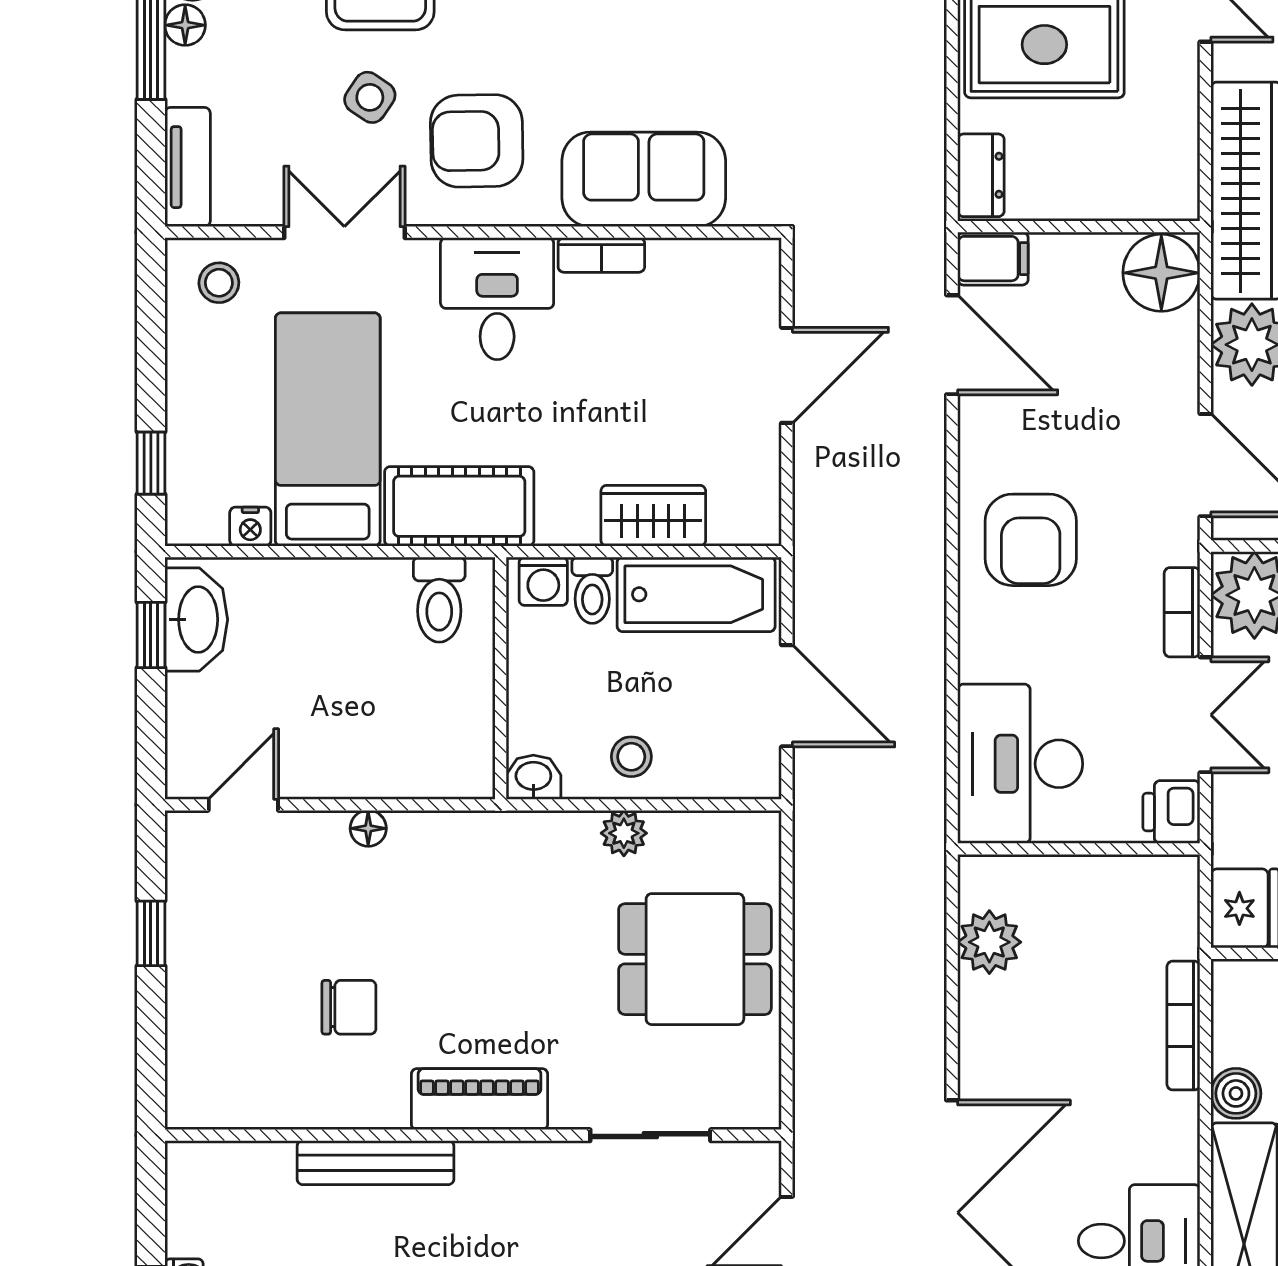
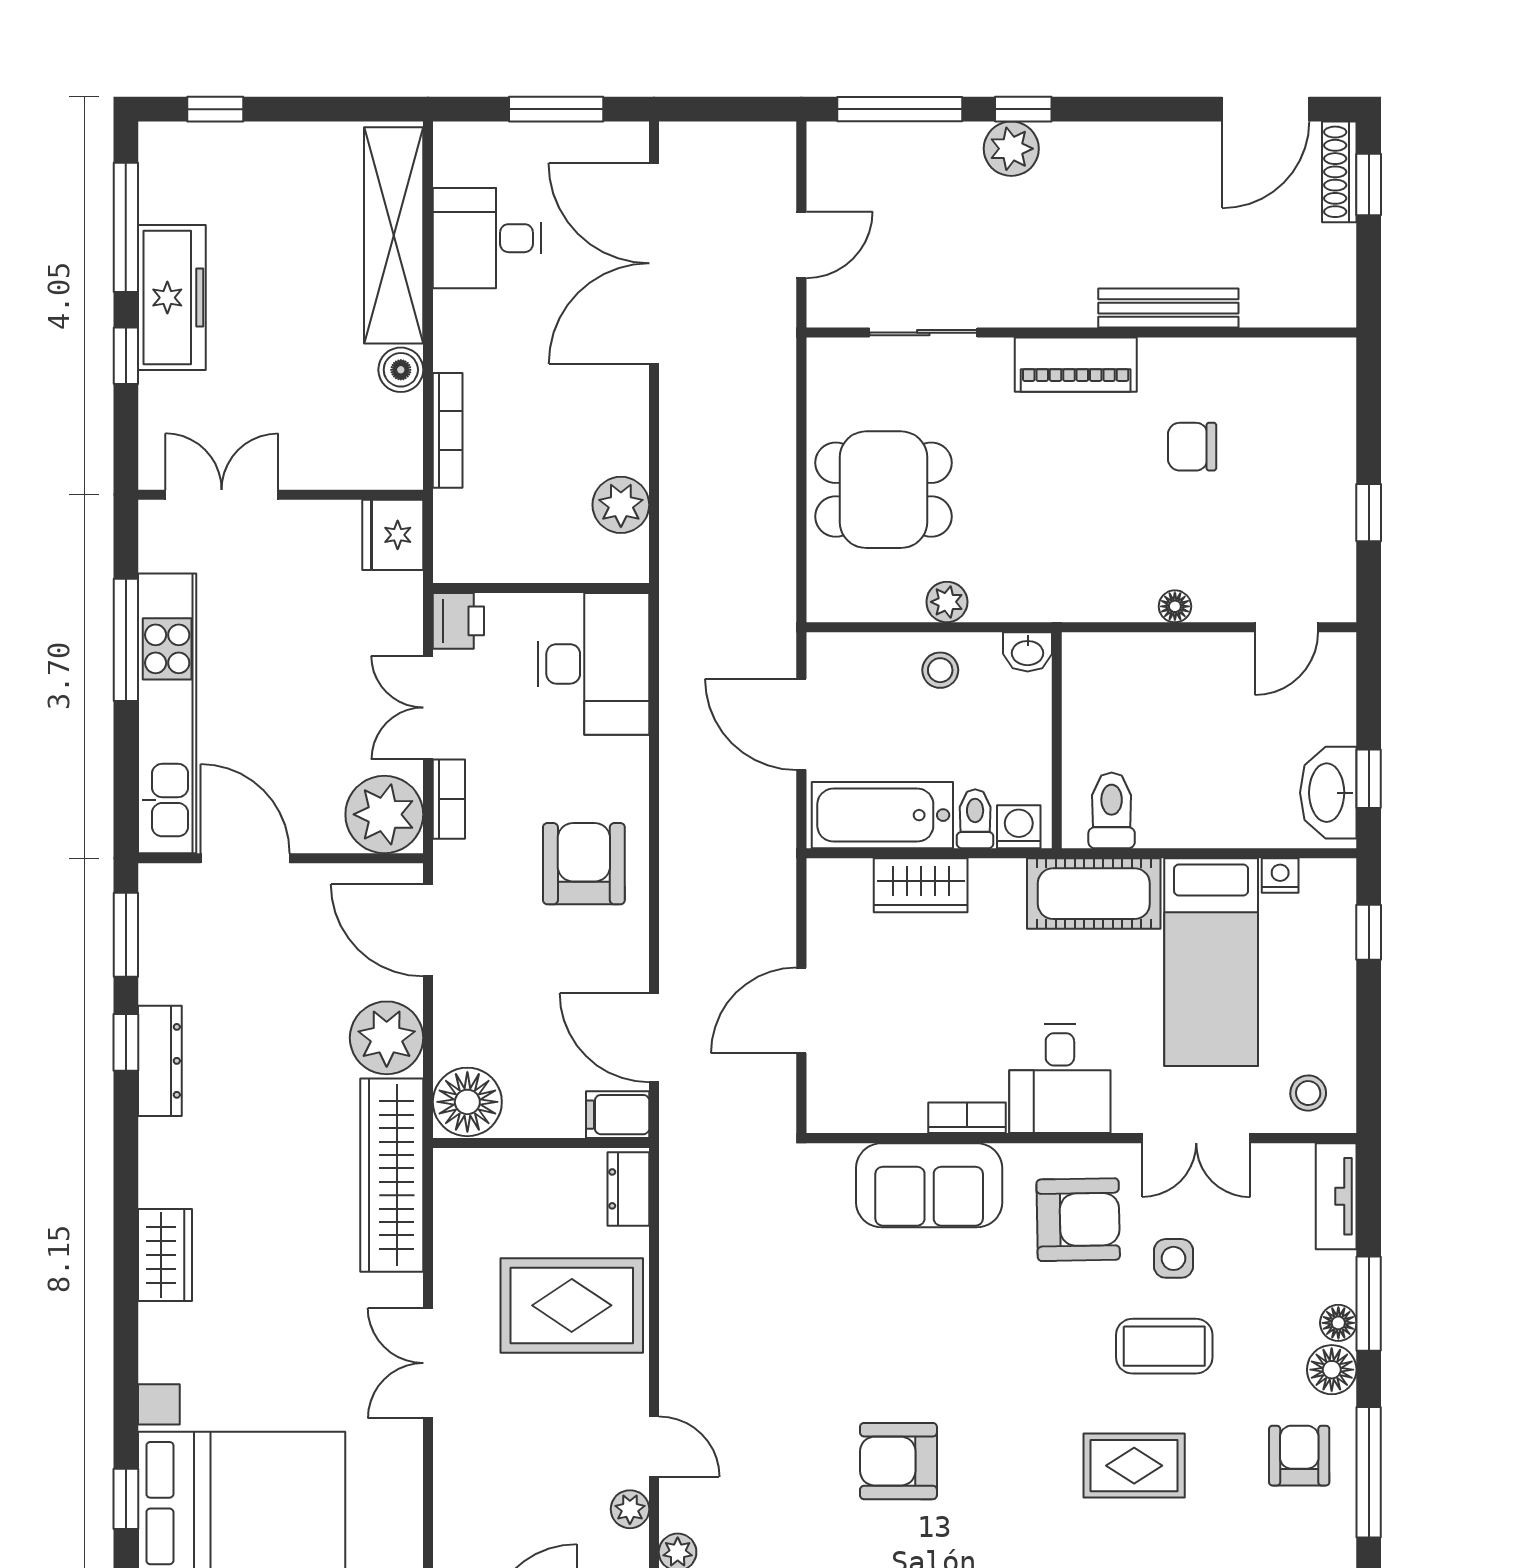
side table: (370, 97) -> (1173, 1258), turned -34

